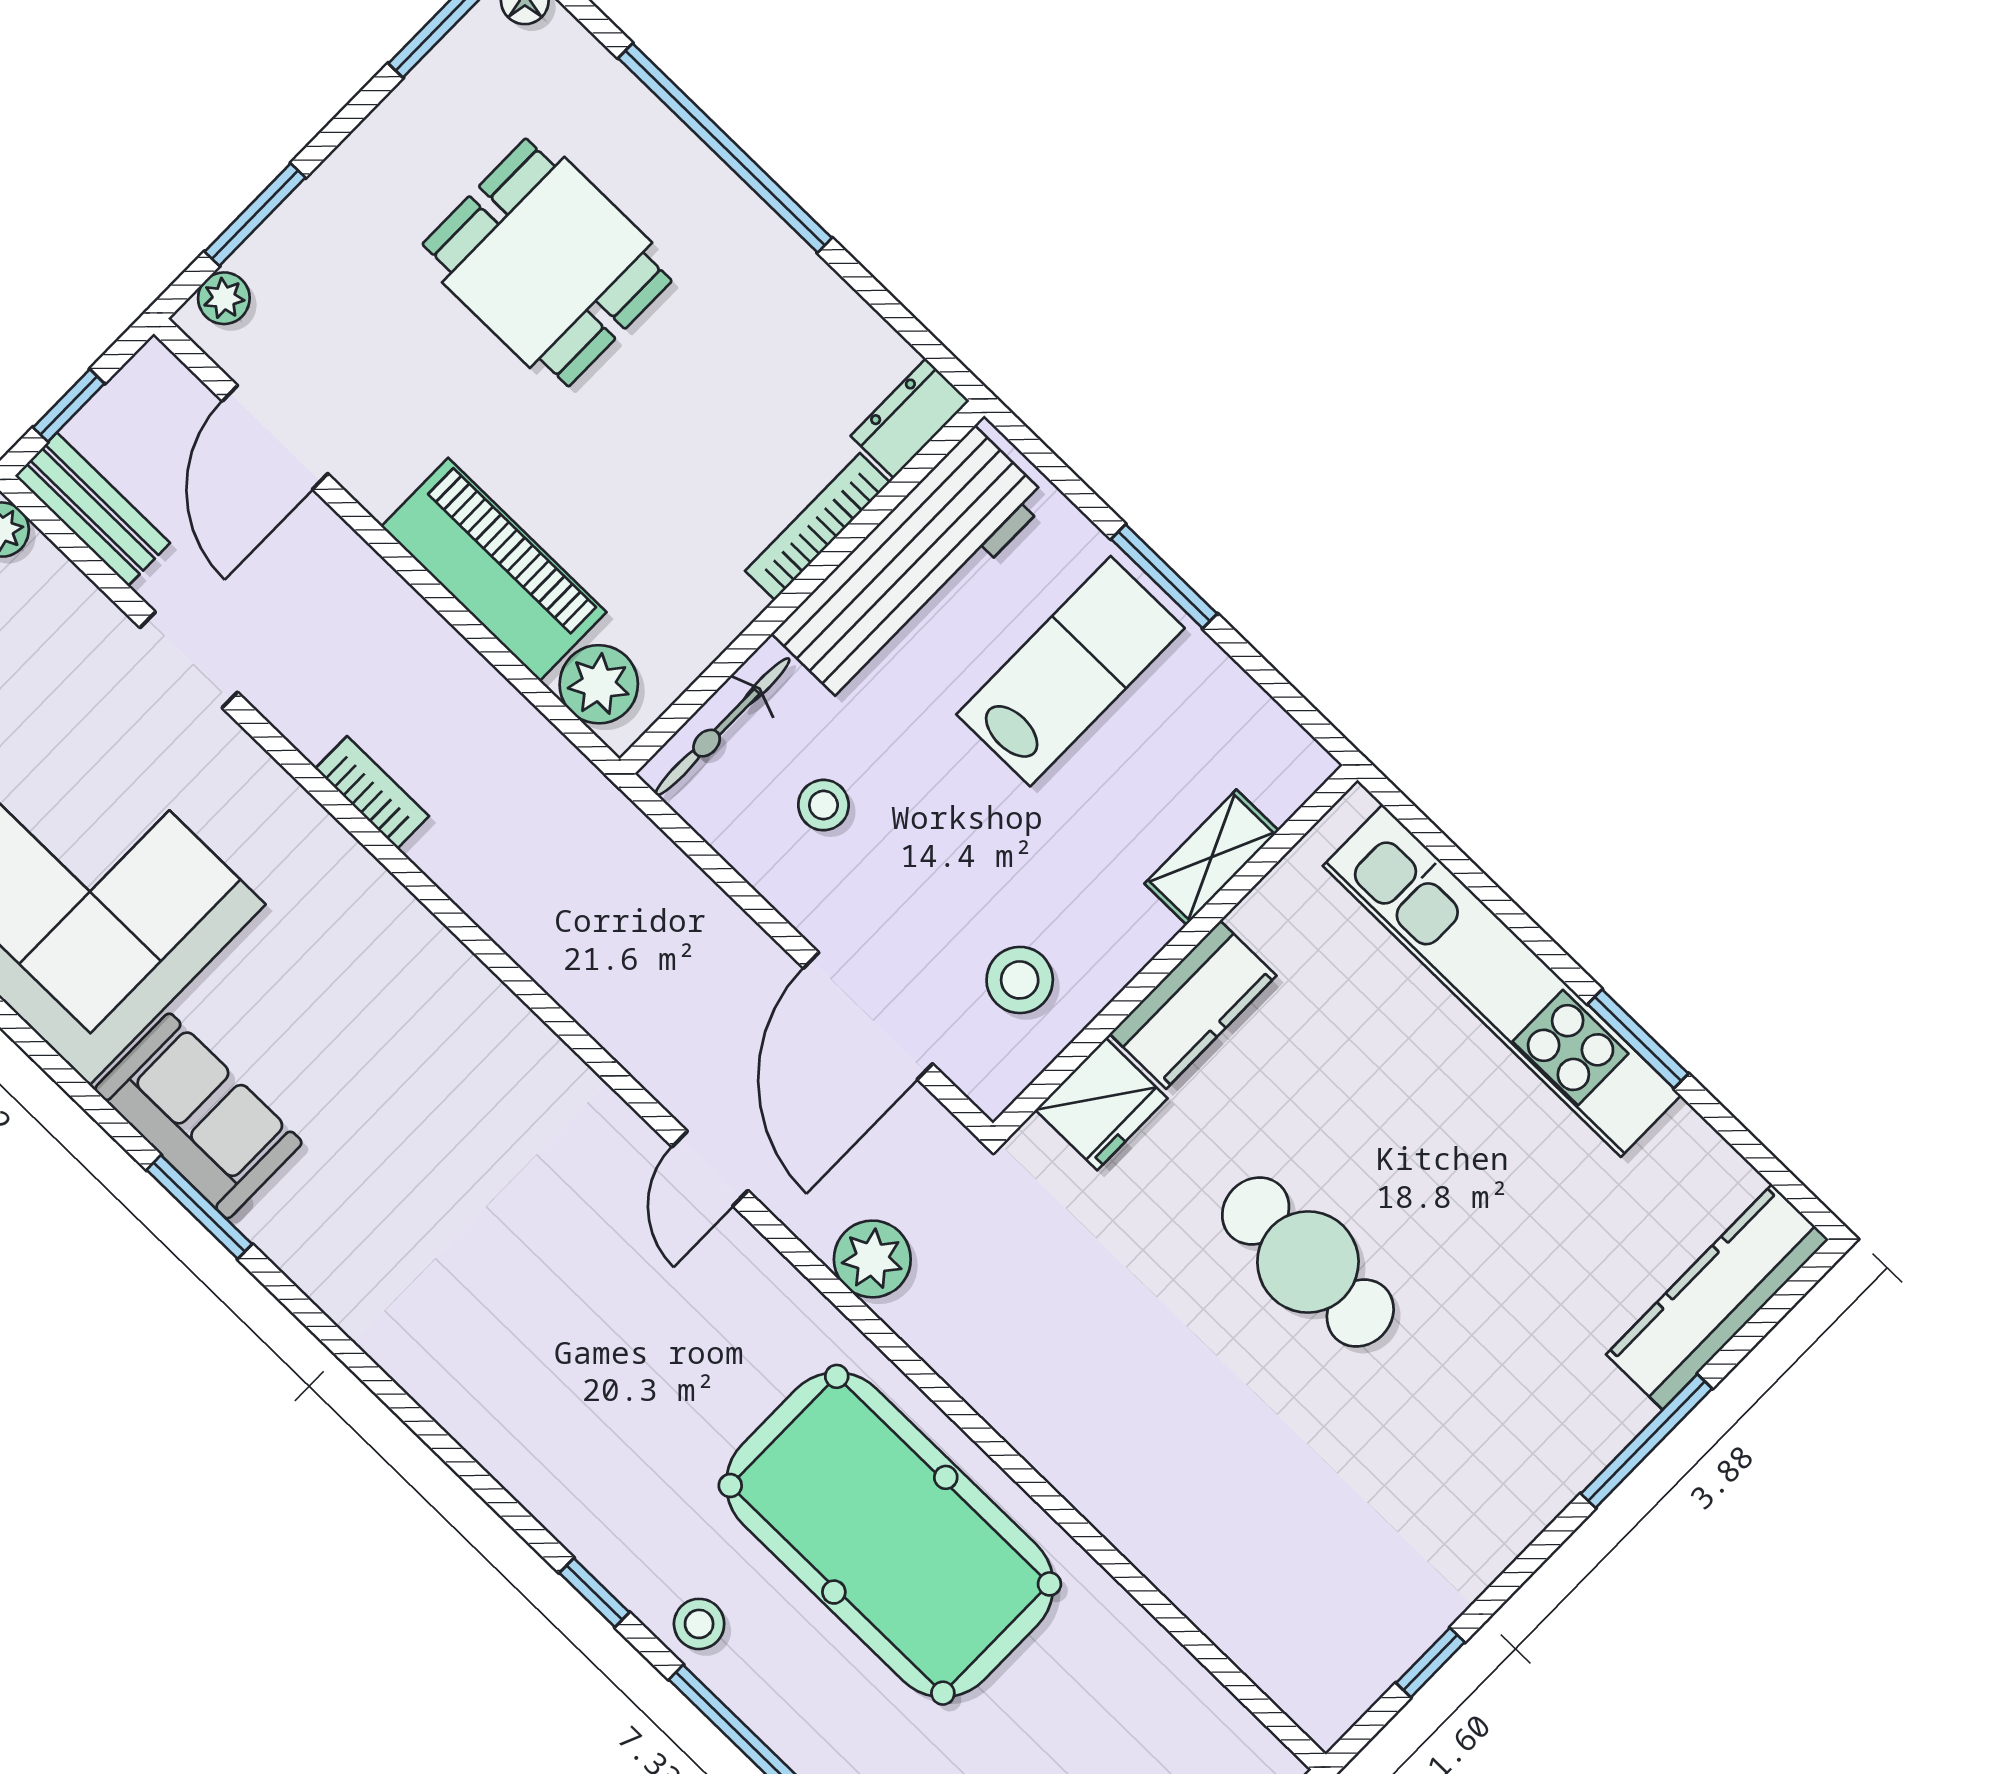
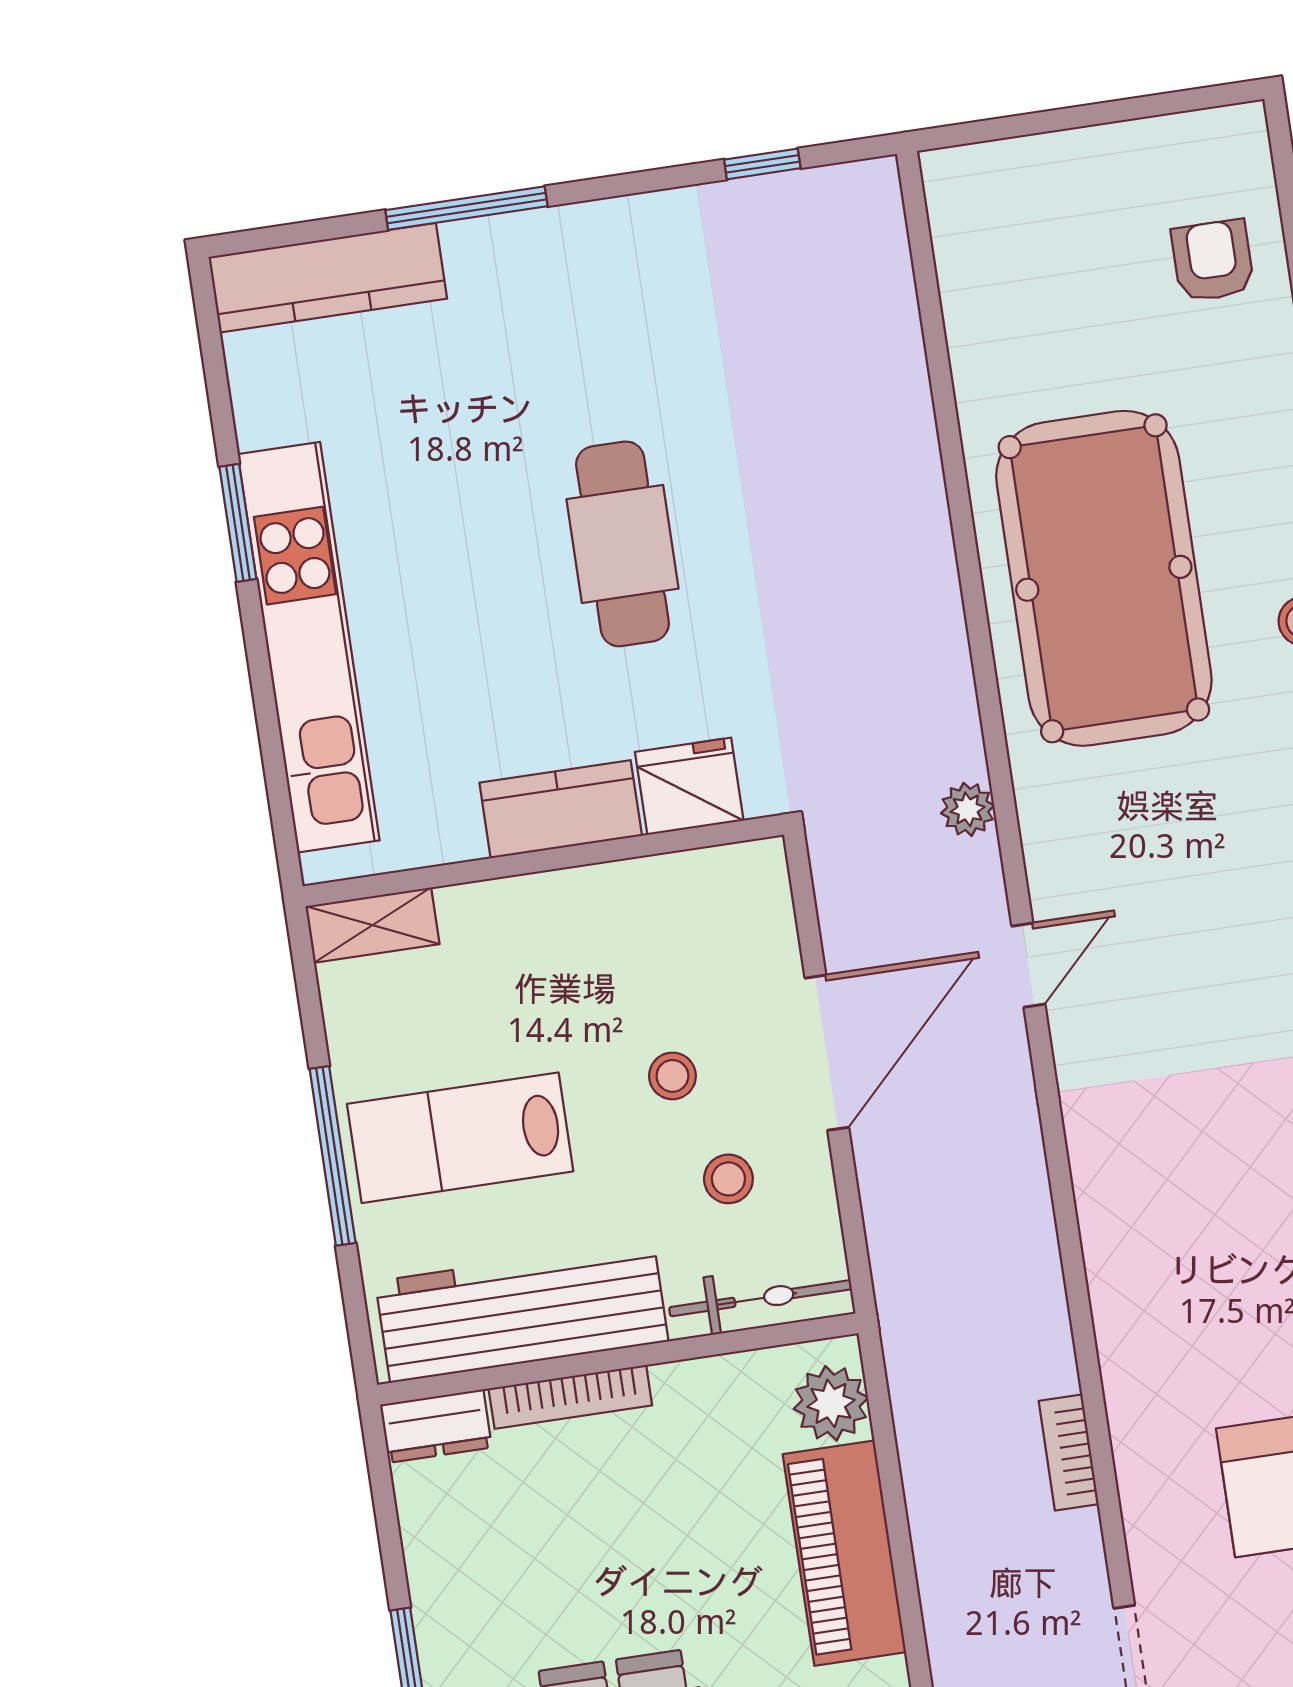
window: (1164, 576) -> (333, 1156), width x1.44
shelving: (1212, 857) -> (373, 925), moved
stool: (1020, 980) -> (672, 1076), moved, width x0.73, depth x0.73
door: (868, 1016) -> (827, 1053), moved
plant: (872, 1259) -> (968, 809), width x0.73, depth x0.73

